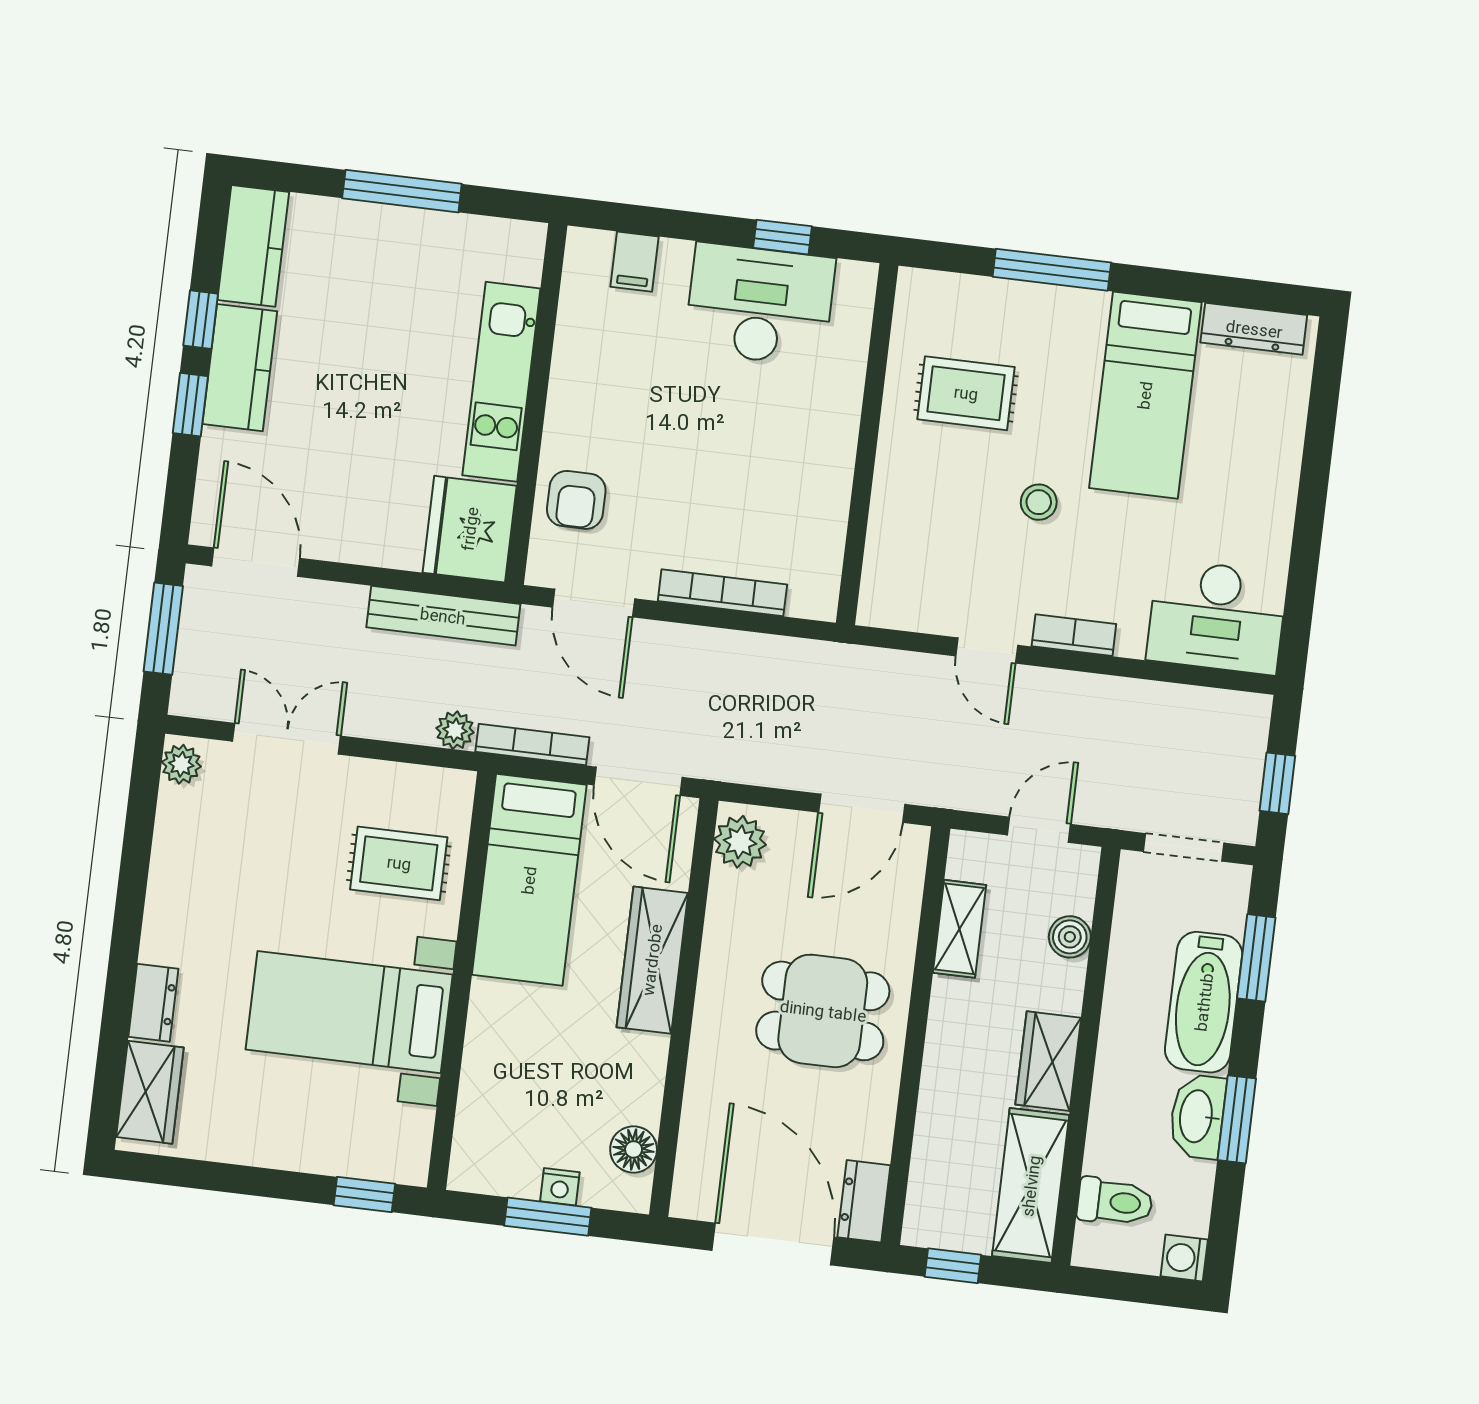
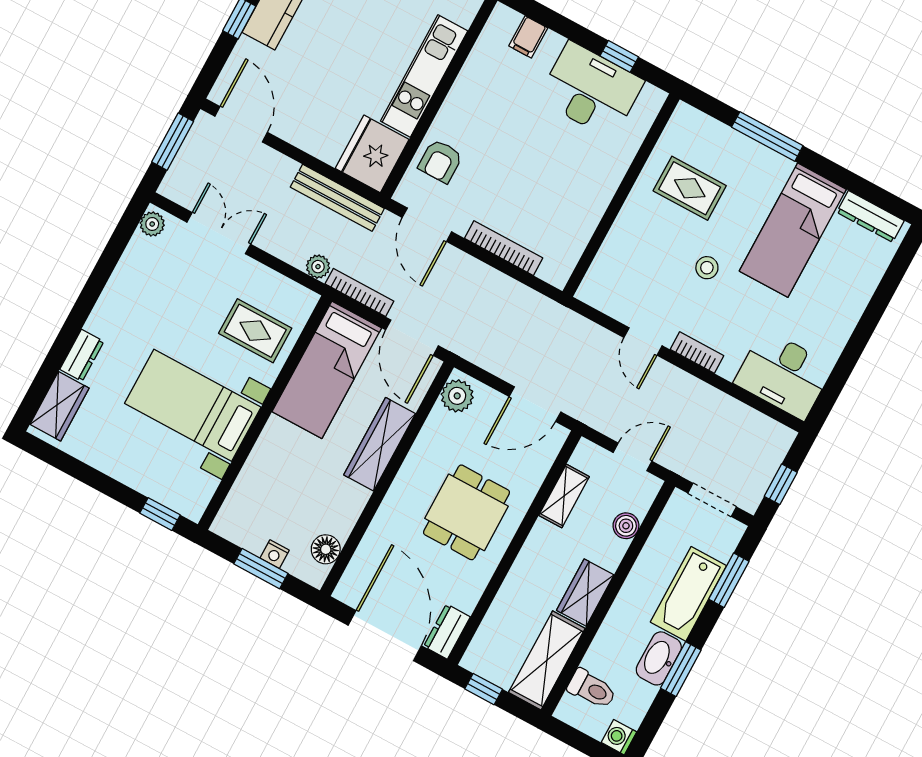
dining table: (823, 1011) -> (466, 512), turned 90

